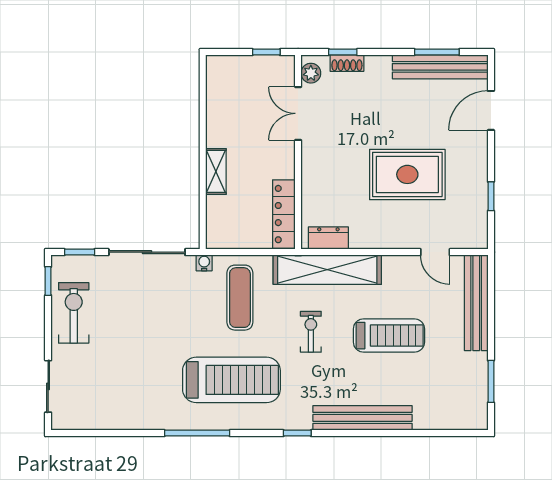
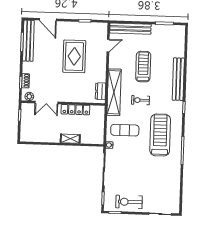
locker: (284, 214) -> (75, 110), moved

